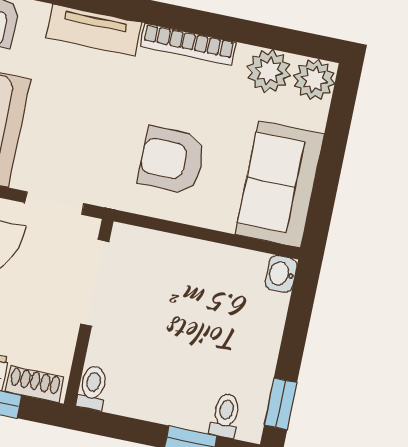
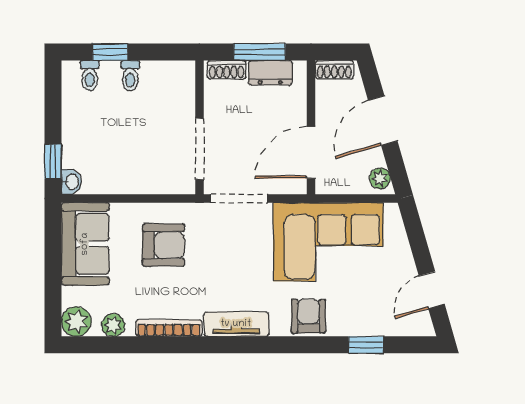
plant: (269, 71) -> (113, 325), width x0.73, depth x0.73
doorway: (54, 203) -> (239, 198), width x1.38
toilet: (93, 388) -> (130, 76), moved
window: (281, 404) -> (53, 161), moved

